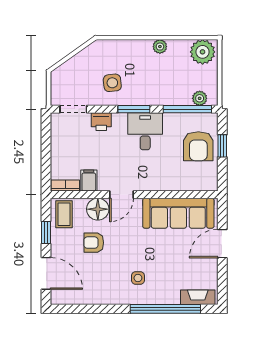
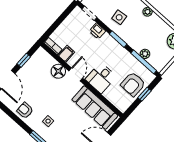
plant: (160, 47) -> (148, 12), moved
plant: (200, 98) -> (145, 54), moved
desk: (145, 131) -> (101, 78), moved, turned 180
door: (122, 195) -> (76, 74), swing flipped
coffee table: (64, 214) -> (40, 59), removed
armchair: (94, 243) -> (25, 110), moved

